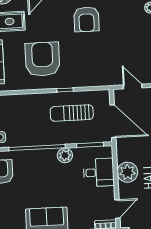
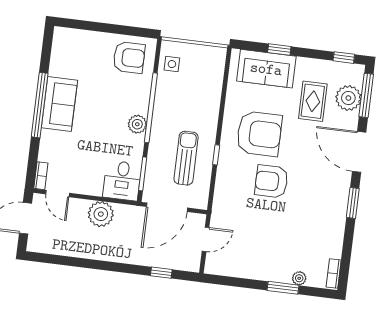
armchair: (86, 19) -> (271, 181), moved
plant: (65, 155) -> (137, 124), moved
desk: (99, 172) -> (122, 180), moved

